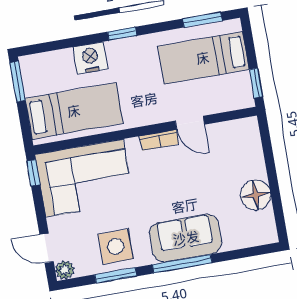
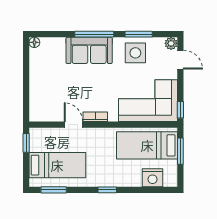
nightstand: (90, 58) -> (153, 178), moved
window: (18, 82) -> (180, 151), moved
floor lamp: (256, 195) -> (34, 42), moved, width x0.53, depth x0.53

